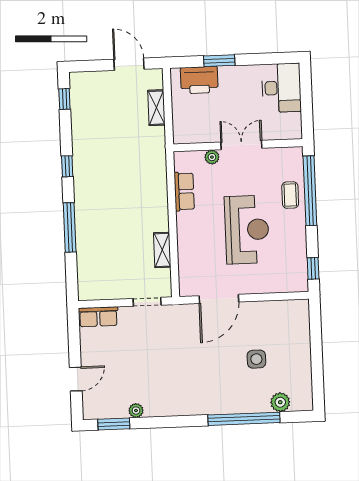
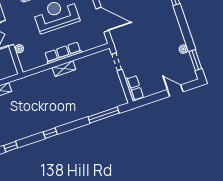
row of seats: (184, 191) -> (63, 53), moved, width x1.48
window: (70, 227) -> (104, 115), moved
shelving: (162, 250) -> (64, 69), moved

